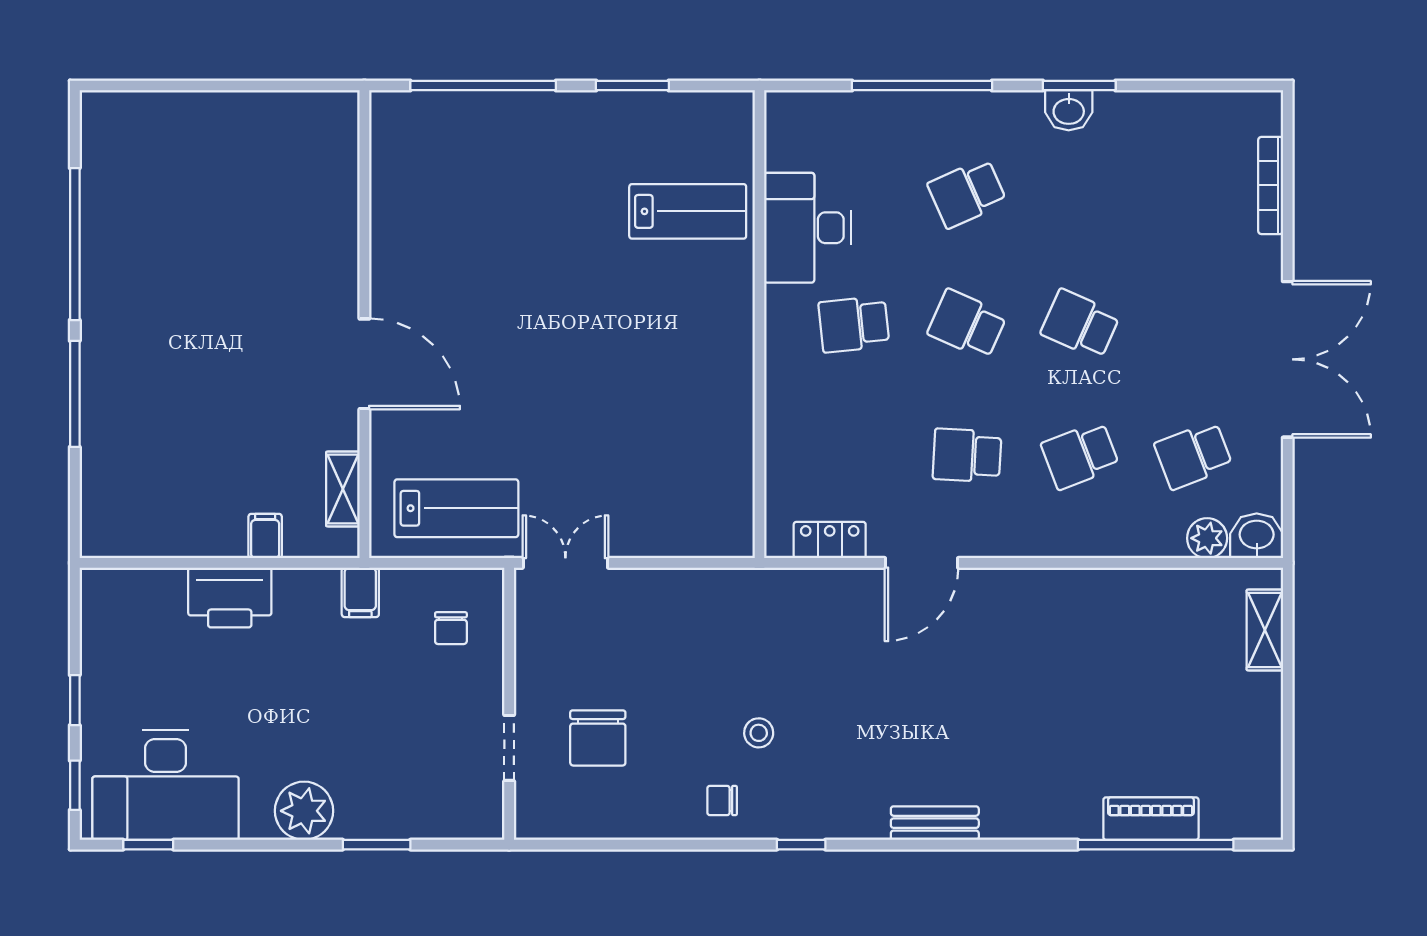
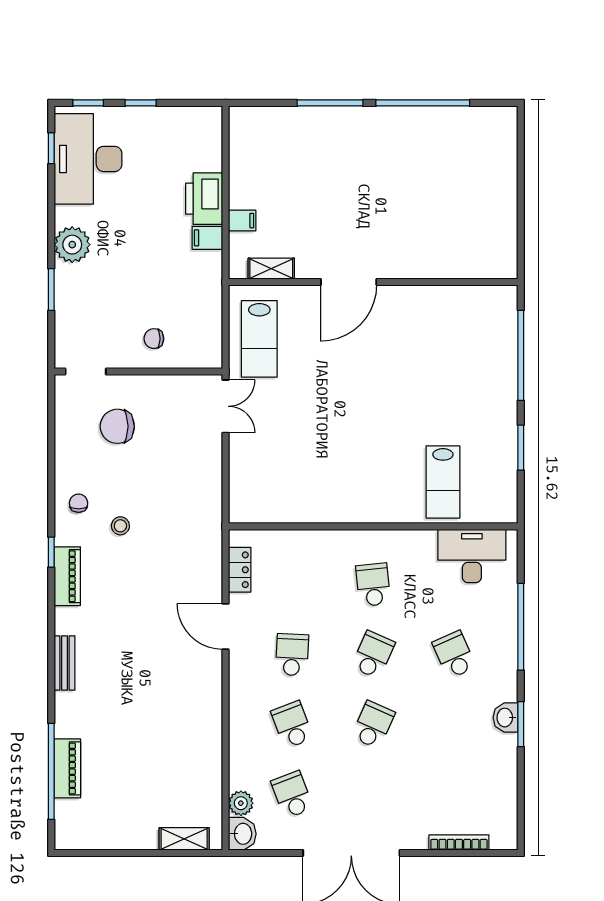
desk: (807, 228) -> (472, 556), moved
filing cabinet: (360, 592) -> (207, 238), moved
chair: (451, 628) -> (154, 339), moved
doorway: (509, 748) -> (86, 371), moved
piano: (840, 819) -> (67, 576), added
bench: (935, 823) -> (65, 663), moved

